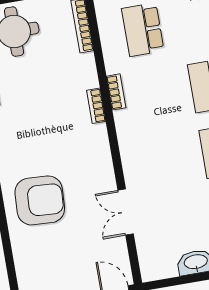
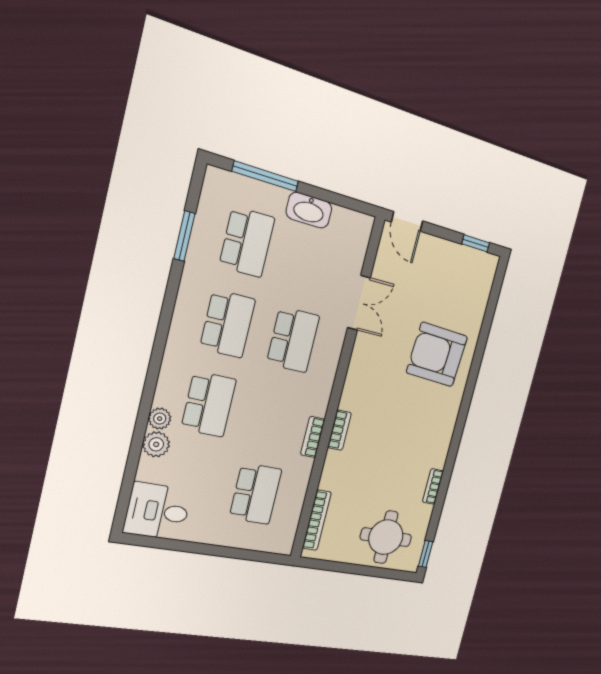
school desk: (165, 161) -> (293, 340), added

